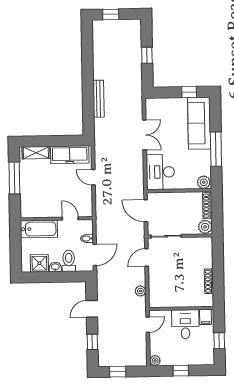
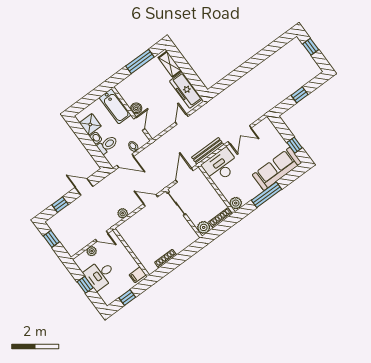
bench: (99, 99) -> (208, 151), moved
boiler: (54, 211) -> (136, 108), added
desk: (185, 324) -> (100, 275), moved, turned 180
plant: (155, 361) -> (92, 251), moved

